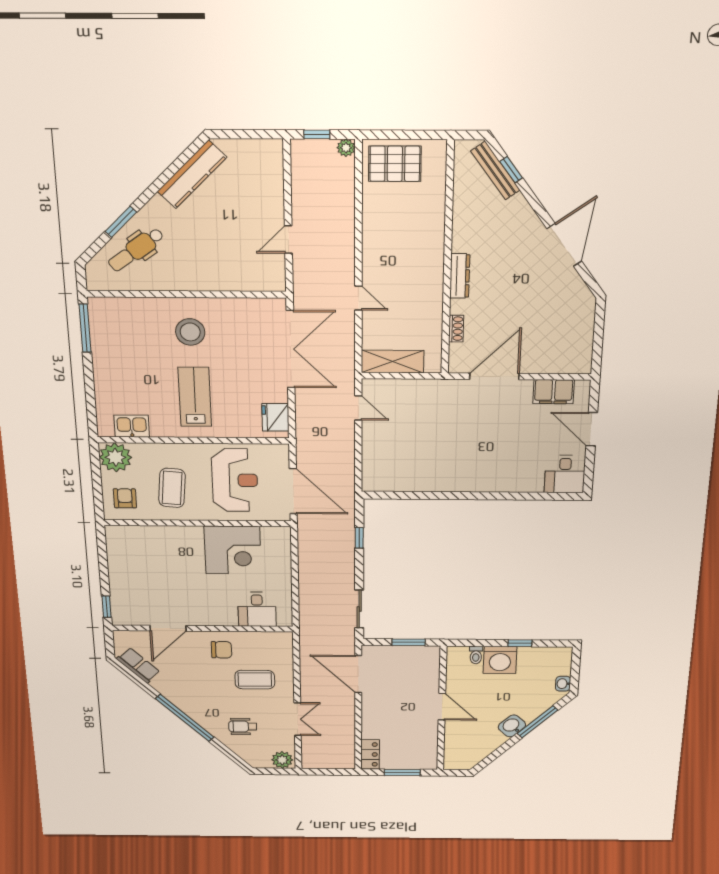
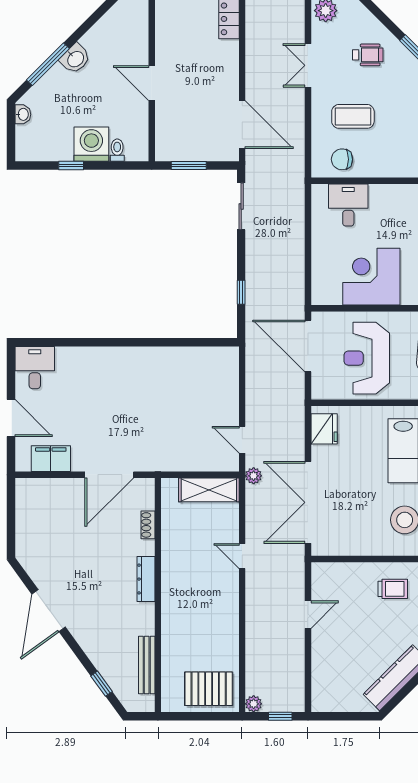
bench: (495, 171) -> (147, 665), moved, turned 36
trolley: (200, 265) -> (393, 589), added
plant: (347, 375) -> (254, 476), added
chair: (222, 650) -> (342, 159), moved

